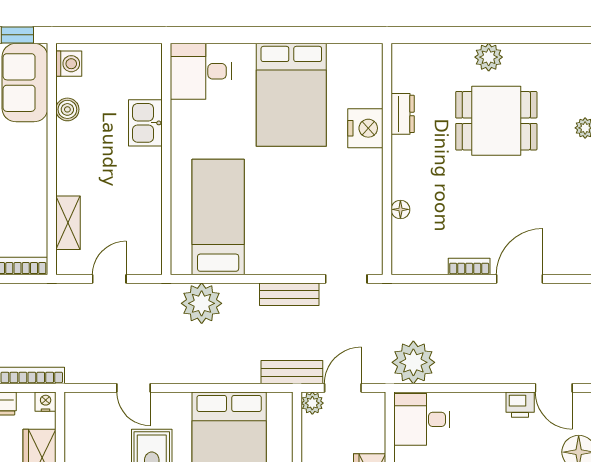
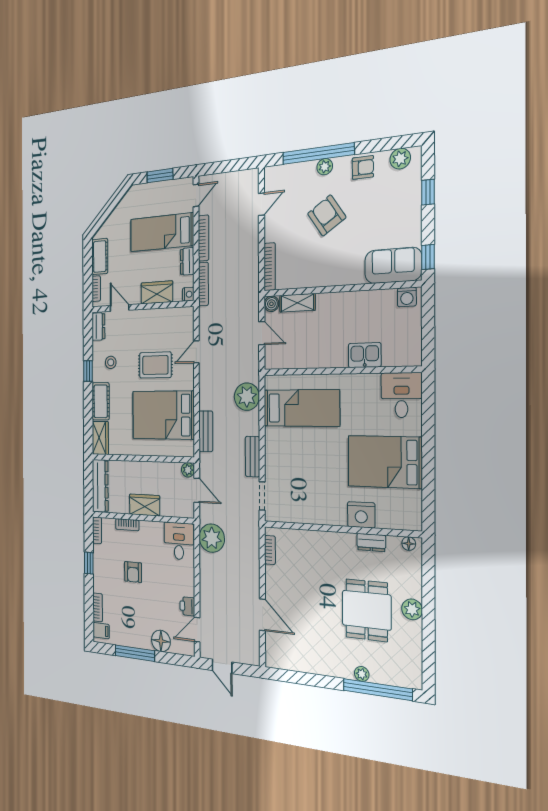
boiler: (67, 109) -> (271, 304), moved
floor lamp: (400, 209) -> (409, 544), moved
bookcase: (469, 266) -> (270, 550), moved
bench: (292, 372) -> (206, 431), moved

